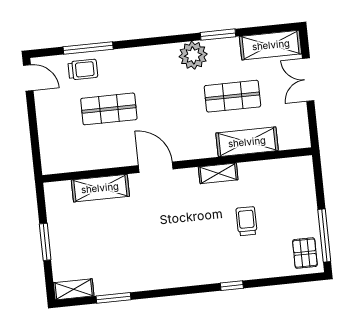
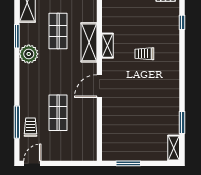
shelving: (247, 142) -> (89, 42), moved
shelving: (100, 188) -> (109, 124), removed
trolley: (246, 221) -> (144, 54), moved
window: (45, 242) -> (128, 163), moved
window: (232, 286) -> (182, 22), moved

